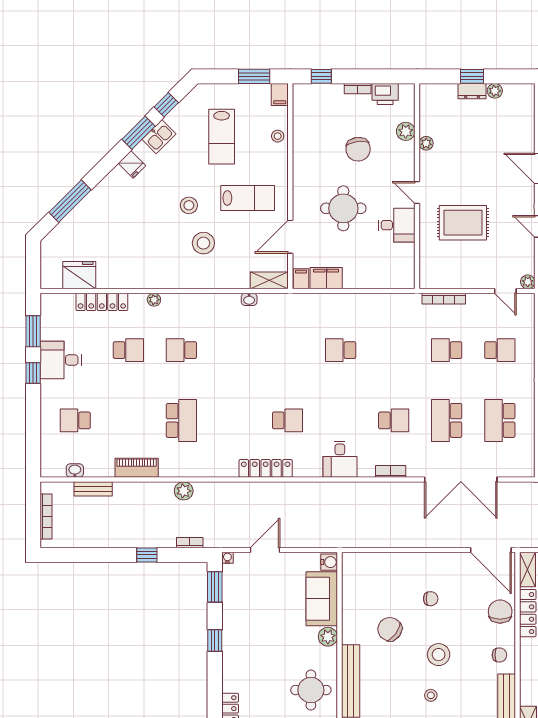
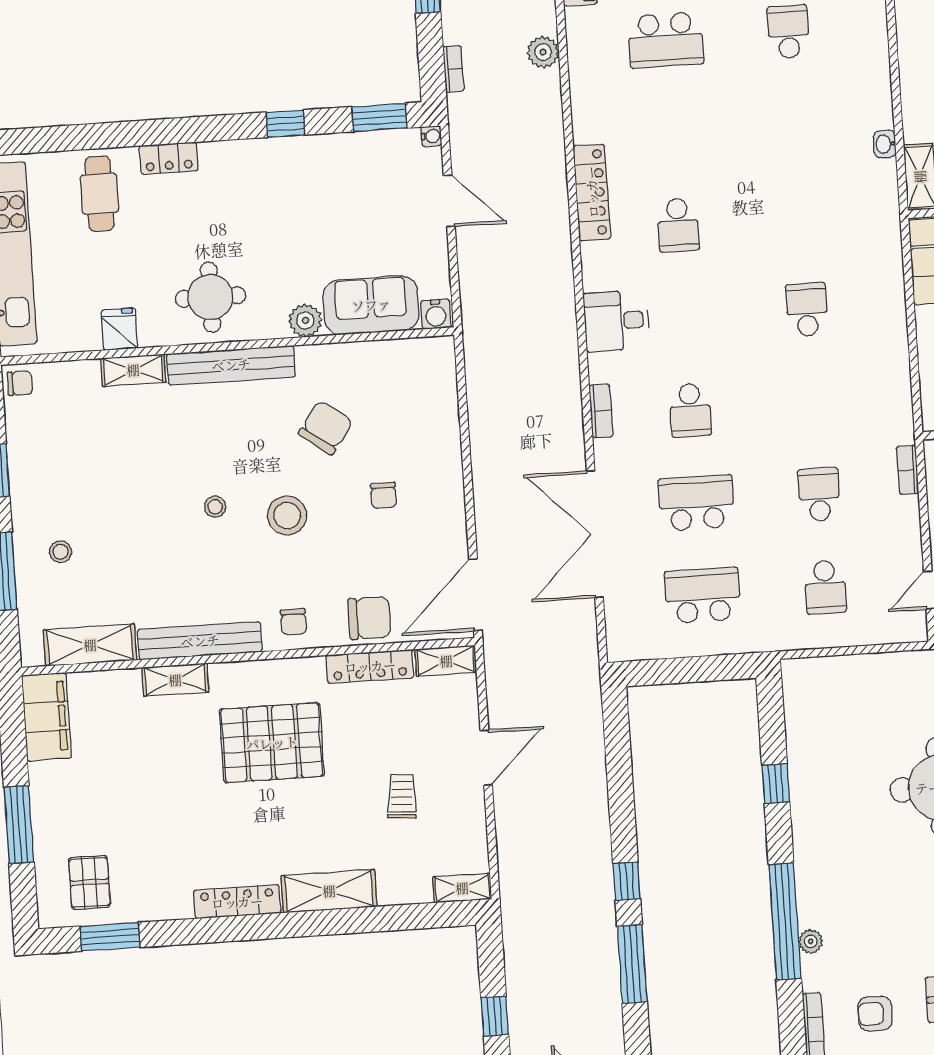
bookcase: (444, 299) -> (908, 470), width x0.64

